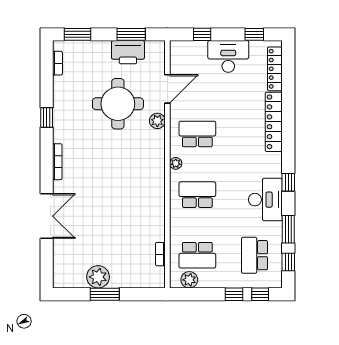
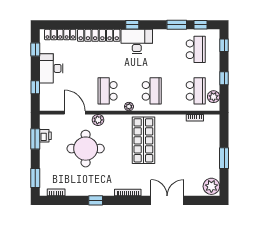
printer: (128, 52) -> (45, 136), width x0.53, depth x0.68
window: (288, 182) -> (132, 25), moved
shop shelf: (129, 183) -> (143, 140), added
school desk: (197, 195) -> (152, 91), turned 180
desk: (265, 200) -> (137, 41), moved
school desk: (254, 255) -> (196, 49), turned -90
plant: (98, 277) -> (211, 186), moved
window: (234, 294) -> (224, 78), moved

